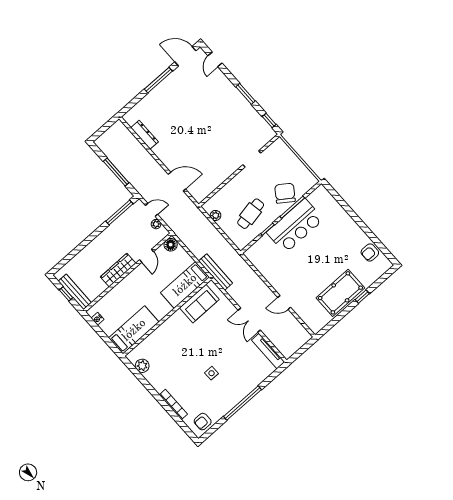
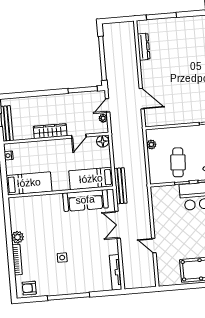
window: (158, 80) -> (161, 16), moved
window: (116, 172) -> (102, 58), width x1.46
door: (151, 210) -> (108, 105), swing flipped
cafe table: (251, 214) -> (178, 162), turned -75
sofa: (199, 304) -> (85, 200), width x1.36
double door: (249, 320) -> (118, 225), moved
plant: (142, 366) -> (17, 237), moved

